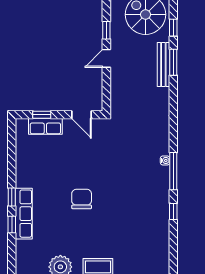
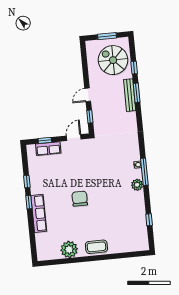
window: (106, 30) -> (90, 117), moved
door: (82, 115) -> (74, 138), swing flipped
plant: (162, 188) -> (137, 185), added
window: (173, 211) -> (149, 220), moved
window: (12, 225) -> (27, 182), moved

